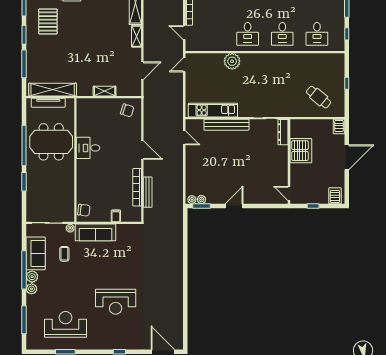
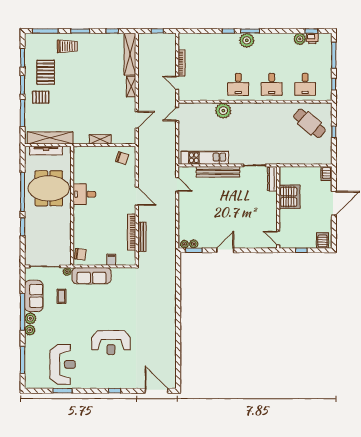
pallet: (43, 47) -> (41, 97), added
cafe table: (319, 97) -> (309, 123), moved, width x1.37, depth x1.35
reception desk: (65, 324) -> (63, 364), turned 90

